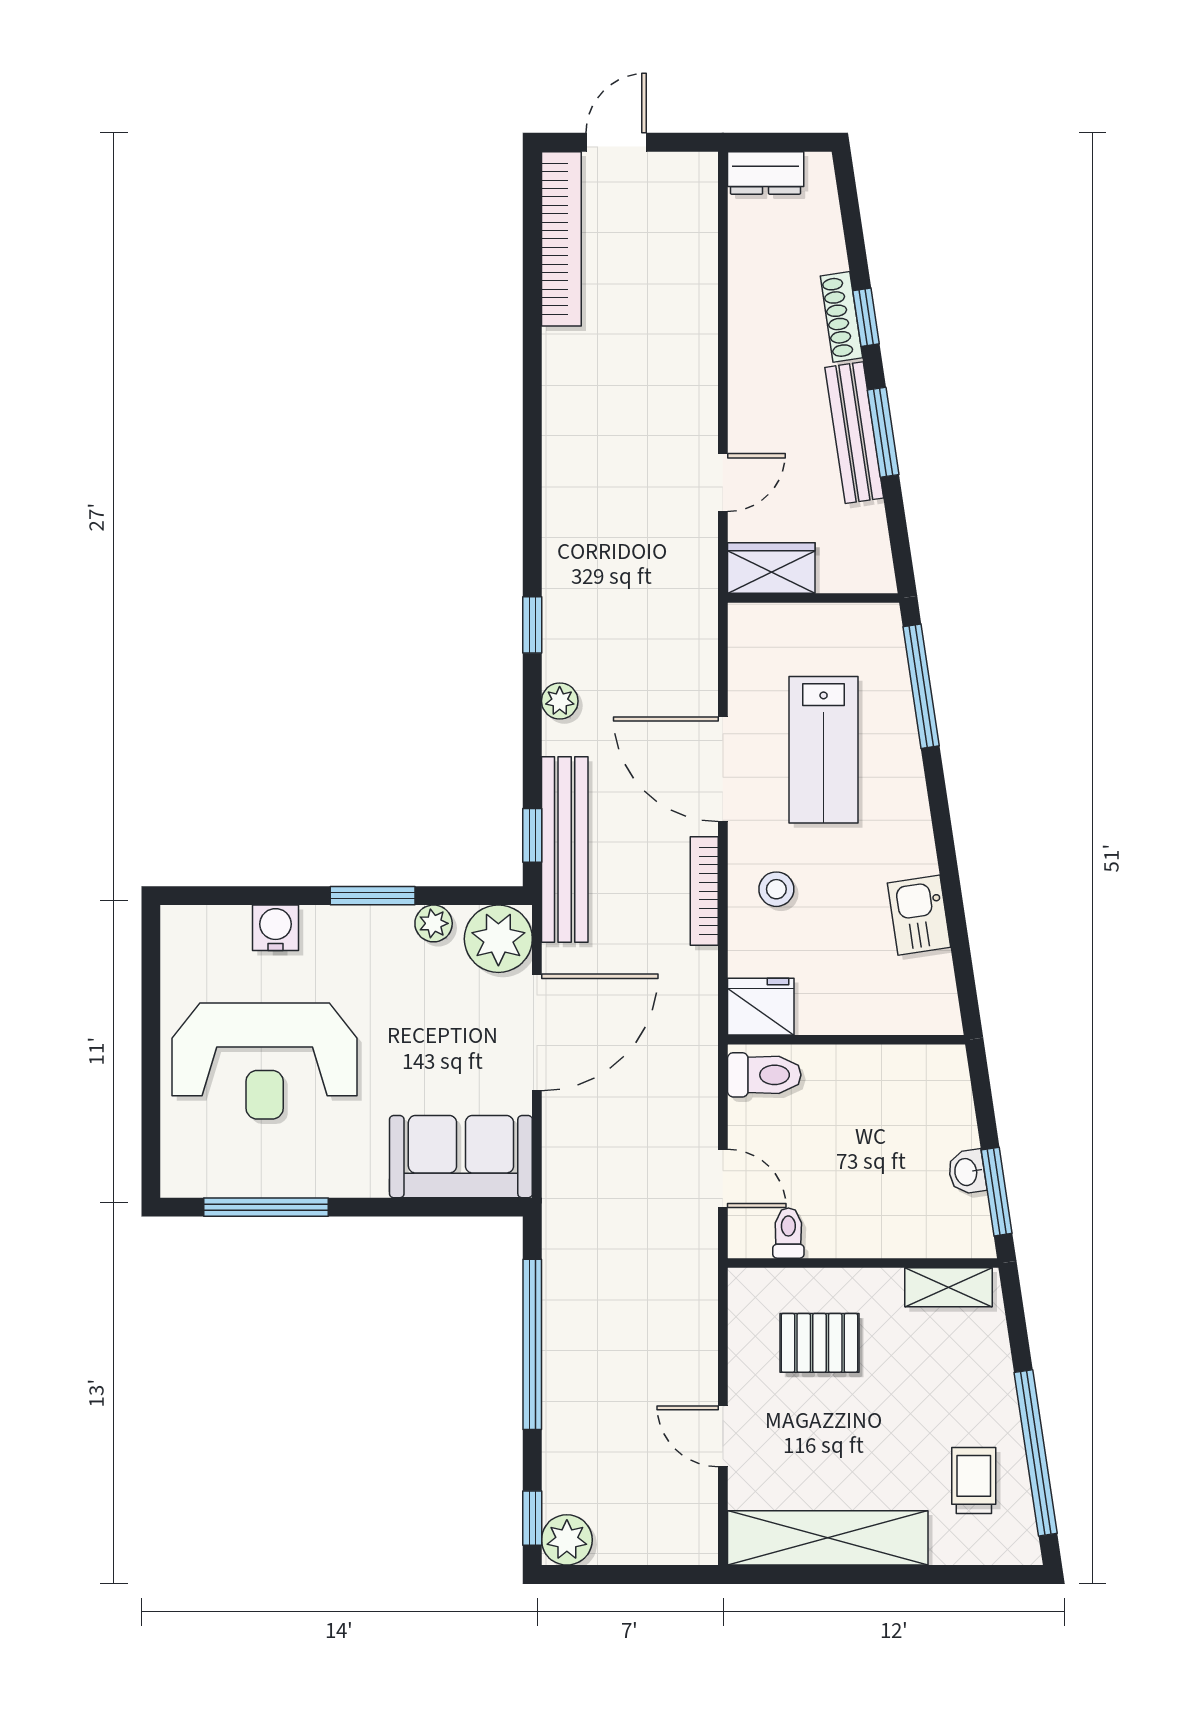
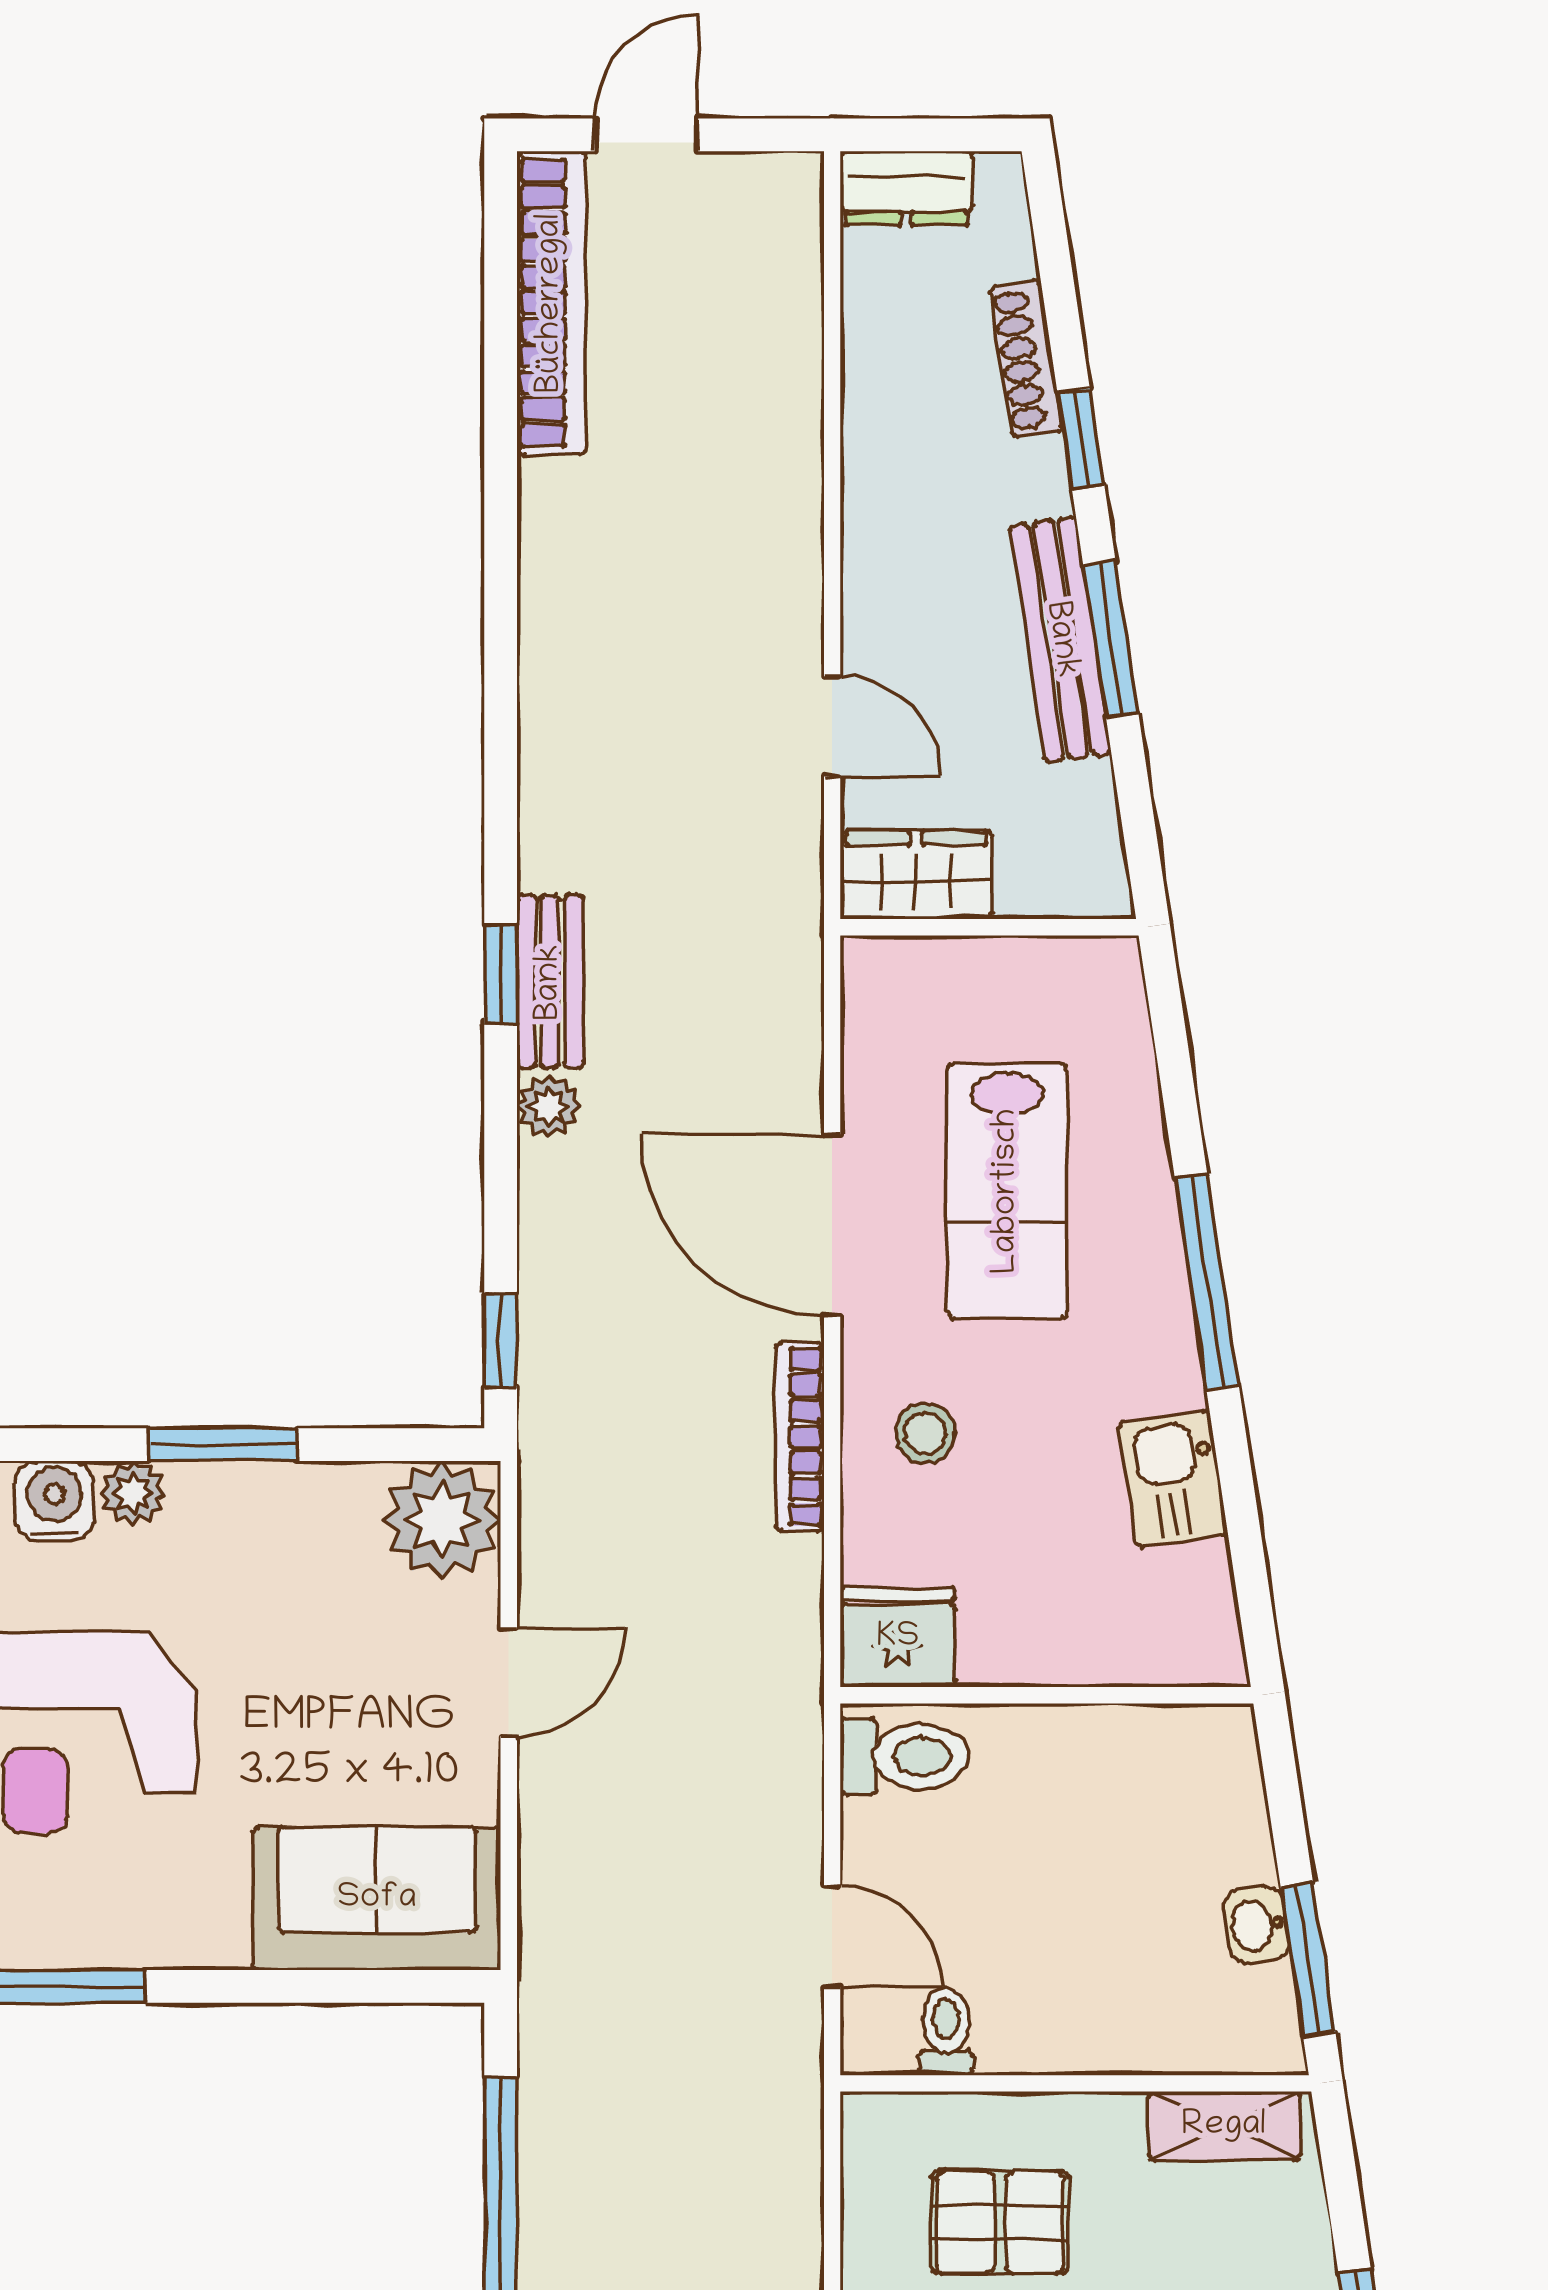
shoe rack: (841, 317) -> (1026, 359), moved
door: (723, 482) -> (832, 726), hinge flipped
window: (921, 686) -> (1207, 1282), moved
bench: (565, 850) -> (550, 982), moved, width x0.54, depth x0.82
plant: (434, 923) -> (133, 1493), moved
door: (537, 1032) -> (509, 1682), width x0.53

